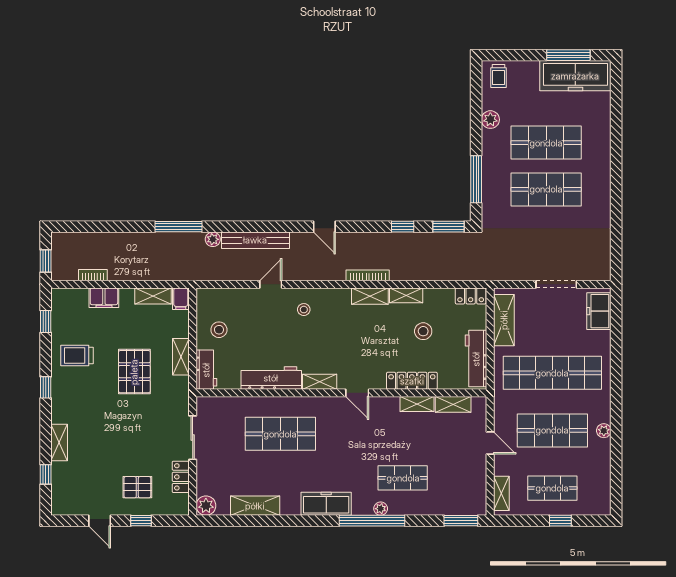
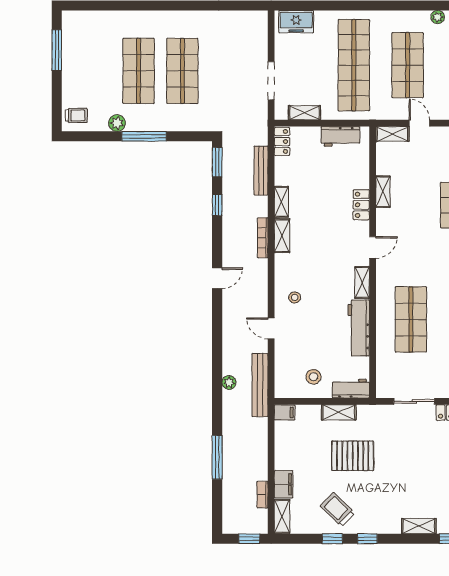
freezer: (575, 76) -> (76, 44), removed
window: (476, 179) -> (144, 136), moved
window: (179, 227) -> (217, 457), moved
bench: (255, 240) -> (260, 385), moved
bench: (440, 274) -> (261, 171), added
doorway: (556, 284) -> (271, 81), moved
shelving: (153, 296) -> (282, 516), moved
shelving: (504, 320) -> (305, 113), width x0.67, depth x0.75
window: (46, 322) -> (332, 539), moved
stool: (423, 331) -> (315, 186), removed
trolley: (77, 355) -> (338, 510), turned 134
workbench: (476, 359) -> (340, 136), width x0.73
locker: (412, 381) -> (361, 205), width x0.66
shelving: (453, 404) -> (392, 134), moved, turned 90
plant: (604, 431) -> (438, 17), moved
door: (490, 443) -> (419, 123), hinge flipped

